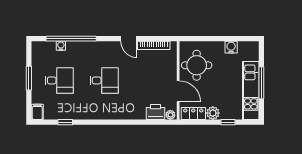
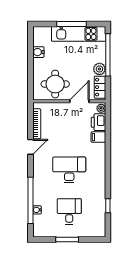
desk: (104, 80) -> (69, 170), width x1.37
filing cabinet: (37, 112) -> (98, 137), moved
window: (228, 122) -> (108, 55), width x3.17

